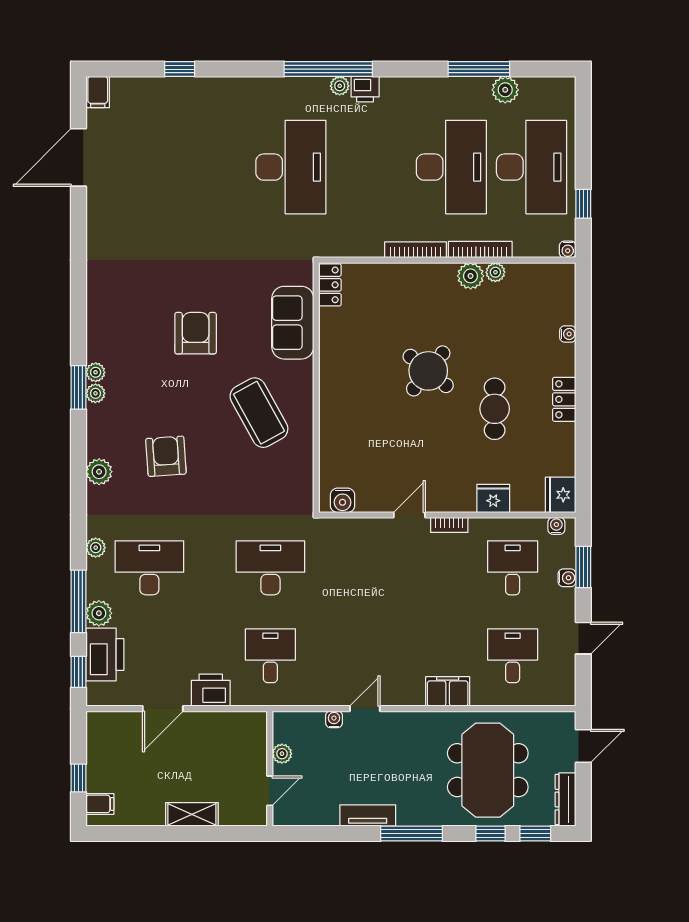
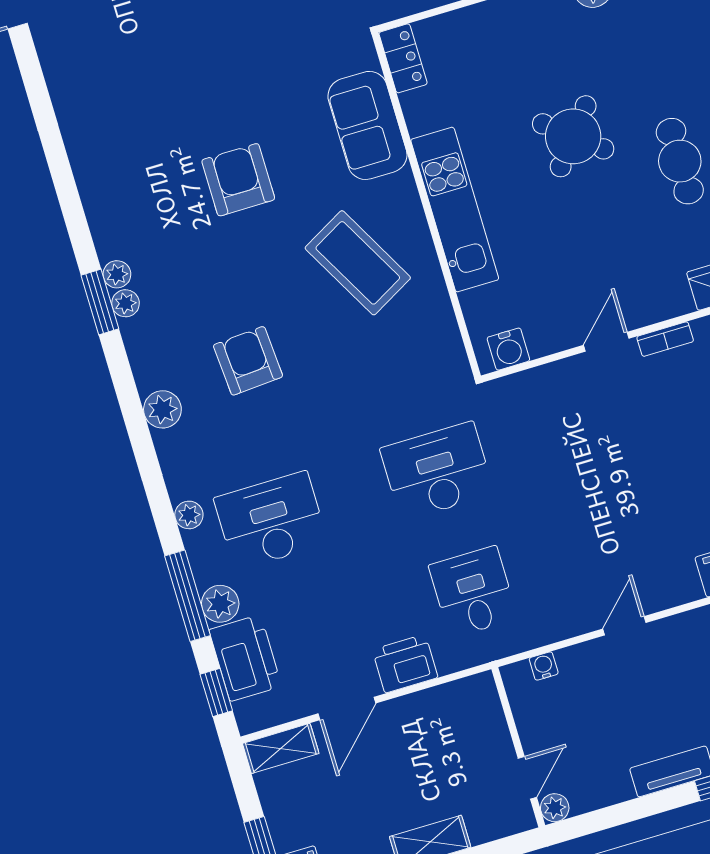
kitchen unit: (334, 396) -> (455, 210), added
water cooler: (334, 719) -> (544, 666), moved
shelving: (111, 722) -> (281, 748), added
plant: (282, 754) -> (555, 808), moved

